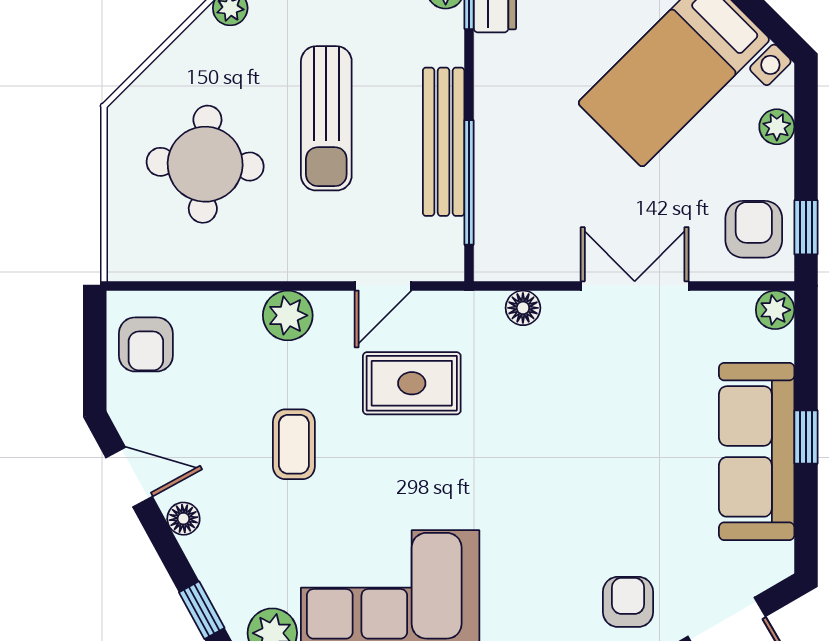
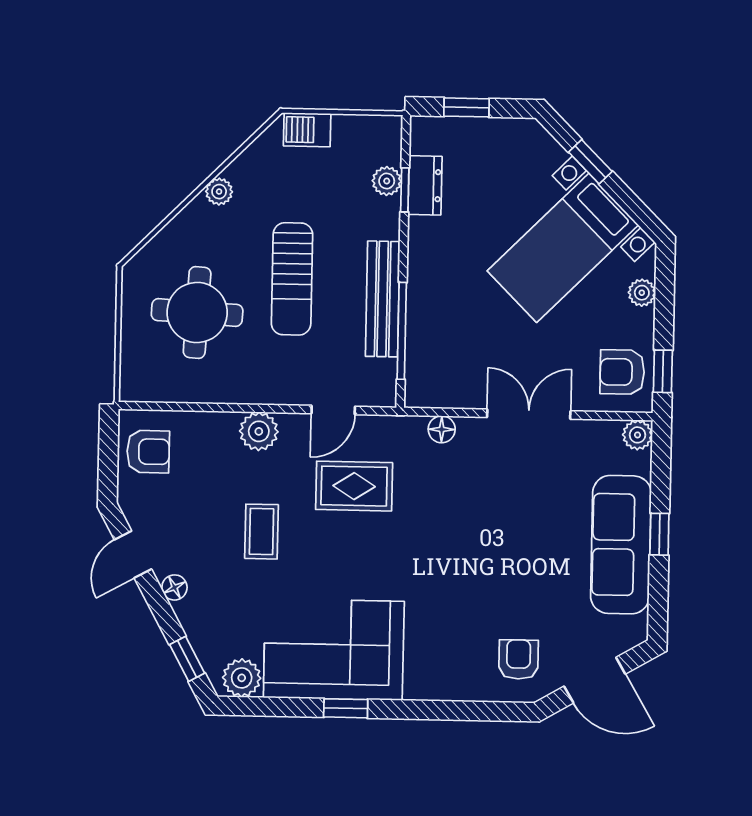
armchair: (754, 229) -> (622, 372), turned -90
armchair: (146, 344) -> (148, 452), turned -90
door: (129, 477) -> (133, 554), swing flipped

